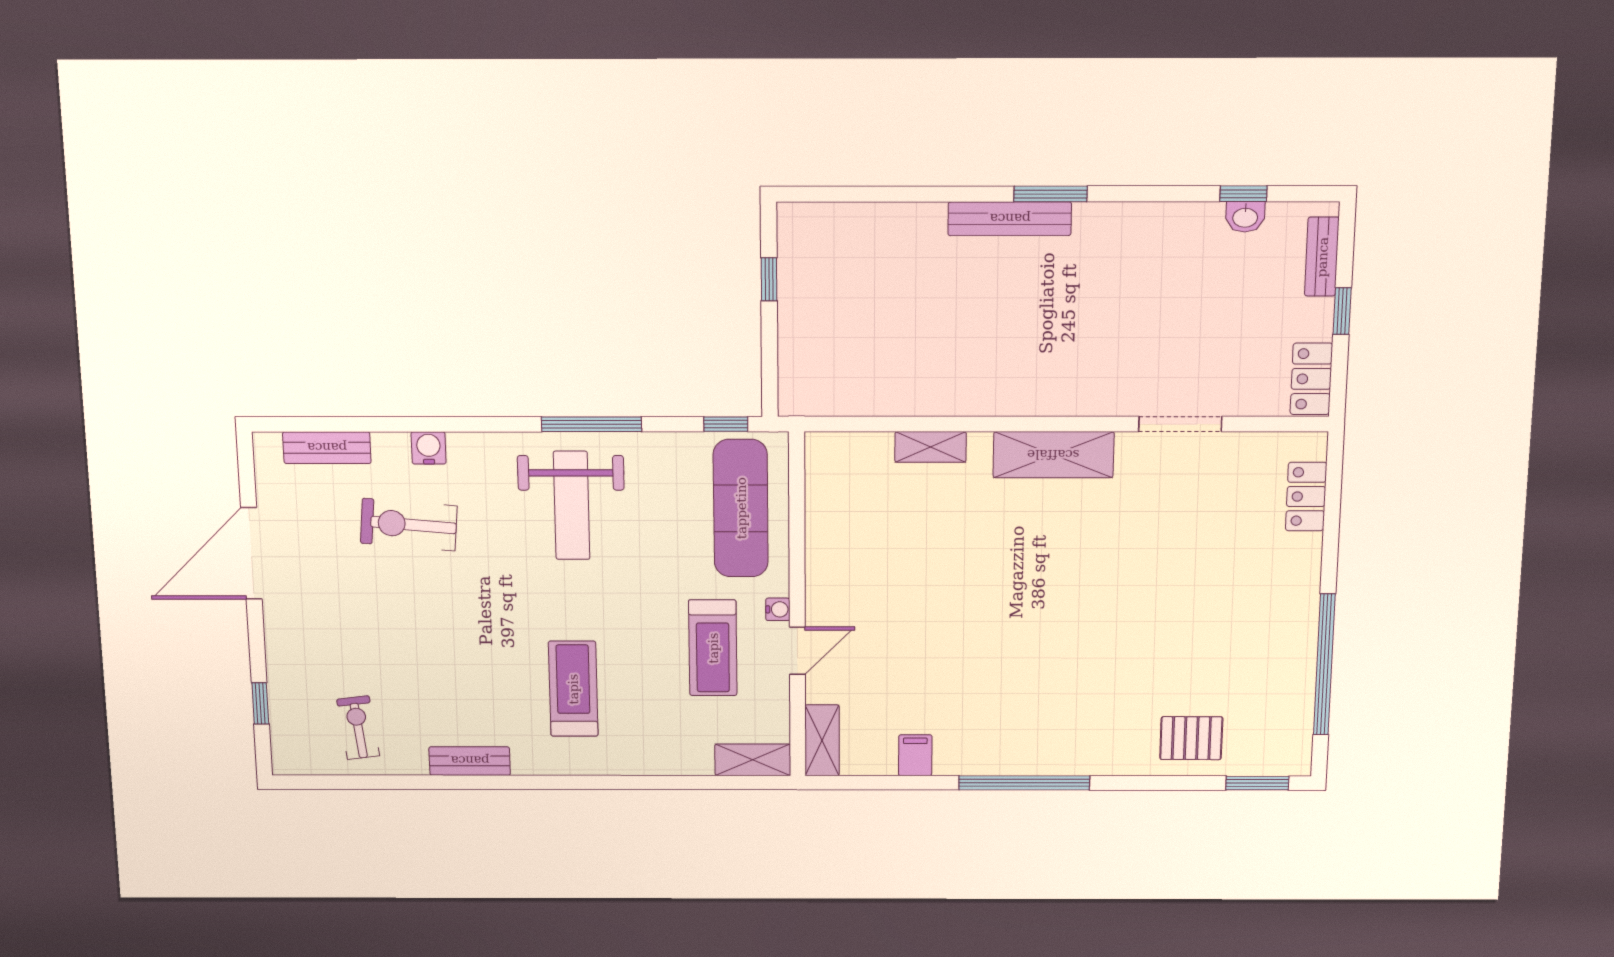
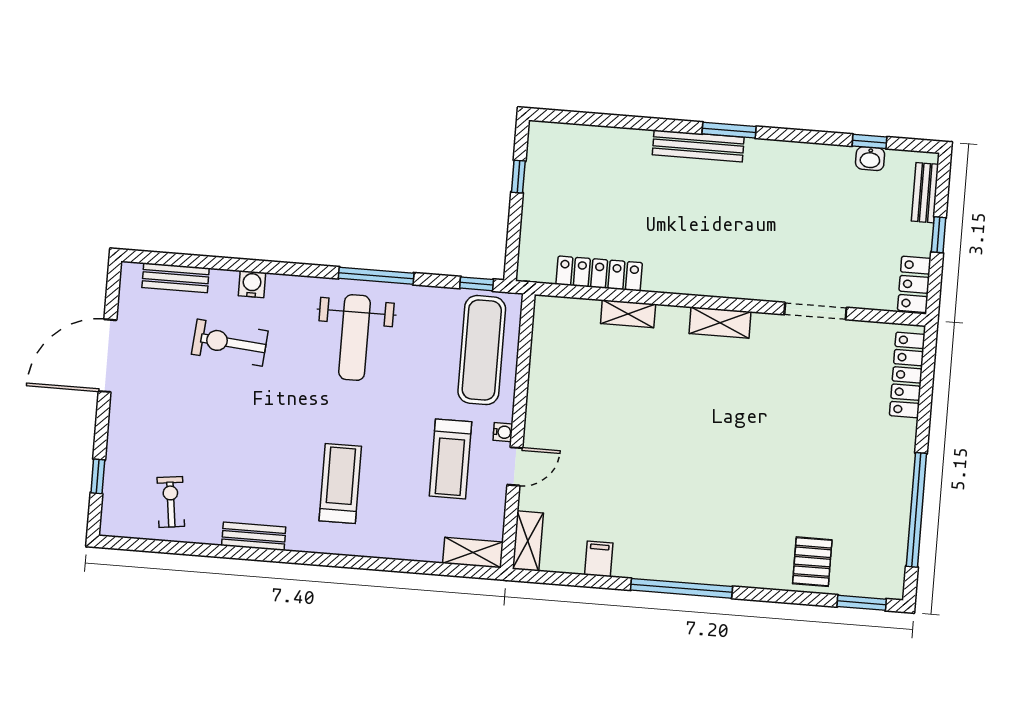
locker: (888, 398) -> (599, 274), added
shelving: (1053, 455) -> (720, 323), width x0.67, depth x0.75
locker: (1306, 497) -> (907, 375), width x1.53
pallet: (1191, 738) -> (812, 562), turned 90

